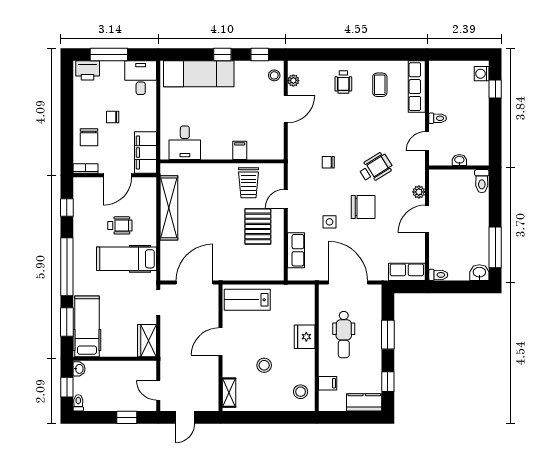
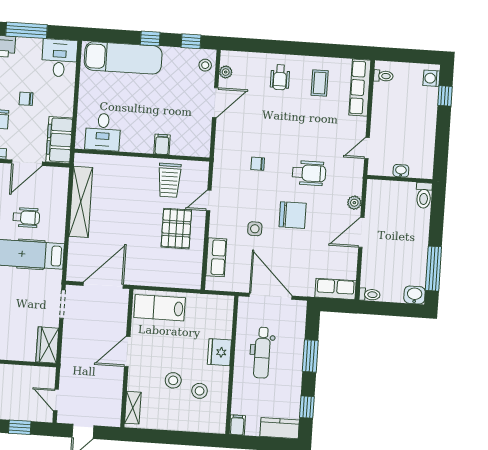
toilet: (438, 118) -> (383, 76), moved
wheelchair: (376, 168) -> (309, 173), turned 32
filing cabinet: (328, 383) -> (237, 425), moved, turned -90
stool: (301, 392) -> (200, 391), moved

